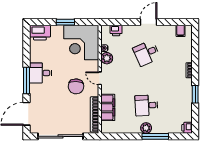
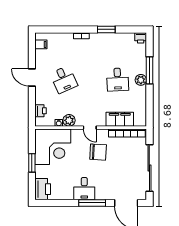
door: (100, 78) -> (90, 128), hinge flipped

